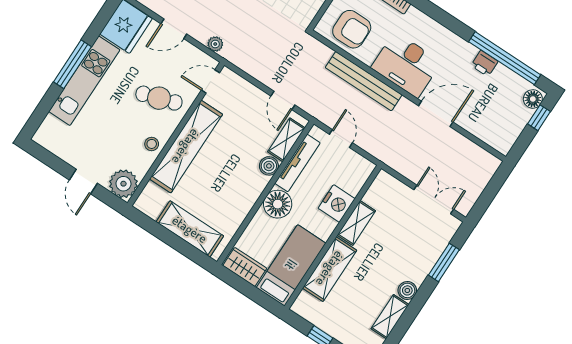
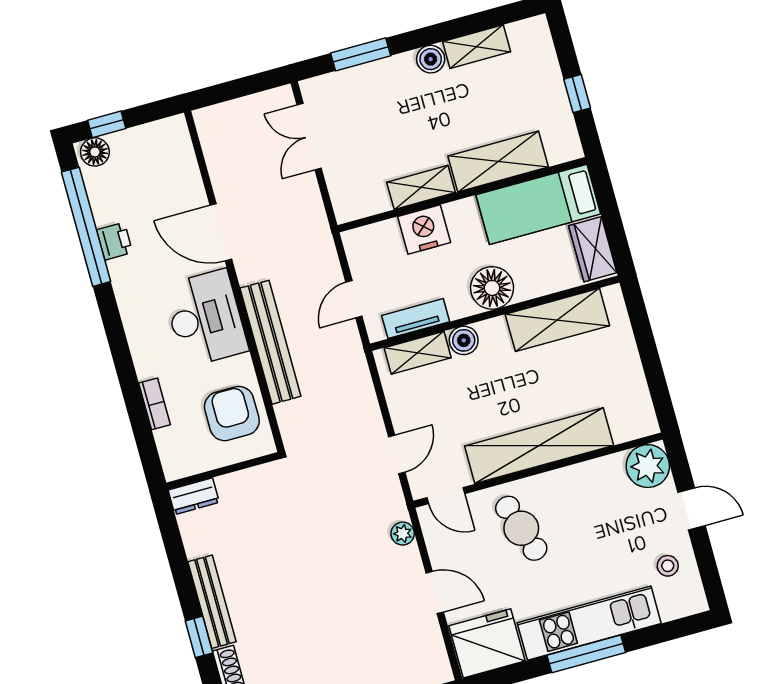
door: (283, 100) -> (397, 454), moved
stool: (152, 144) -> (668, 566), moved
tv unit: (297, 163) -> (416, 319), width x0.71
door: (83, 182) -> (691, 509), hinge flipped
shelving: (190, 229) -> (557, 320), moved, turned 90

